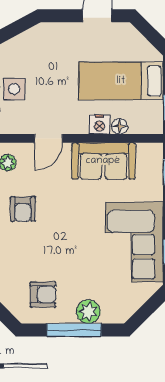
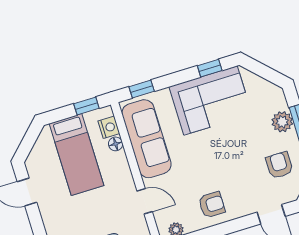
nightstand: (99, 125) -> (109, 127), moved
sofa: (103, 161) -> (146, 139), width x1.36

